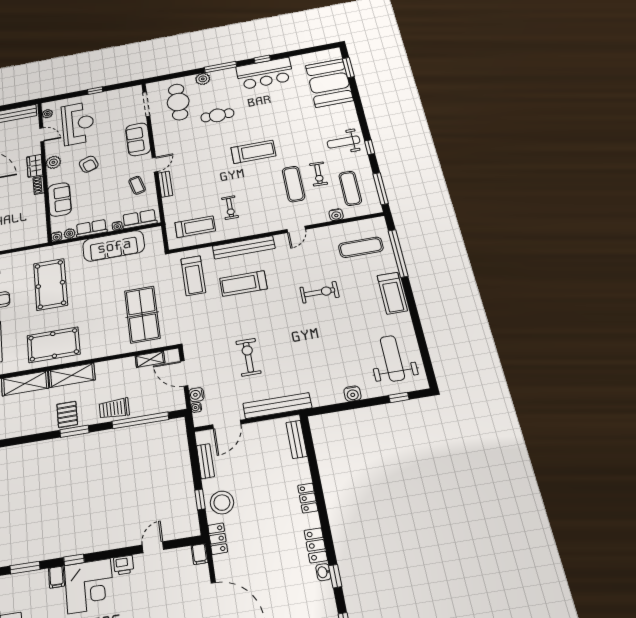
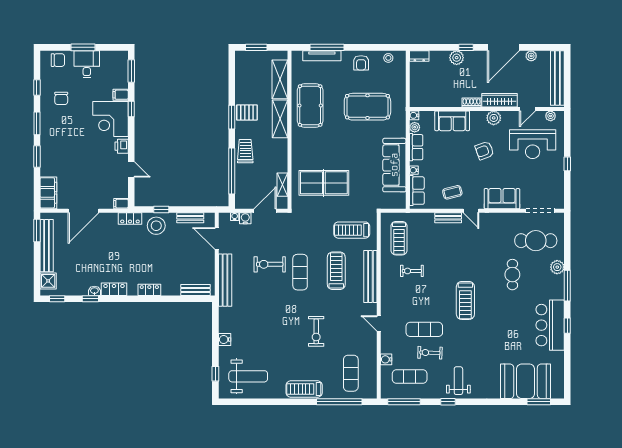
wardrobe: (35, 166) -> (500, 100), width x1.50
exercise mat: (252, 322) -> (300, 272), added
exercise bike: (248, 357) -> (270, 264), turned 180

